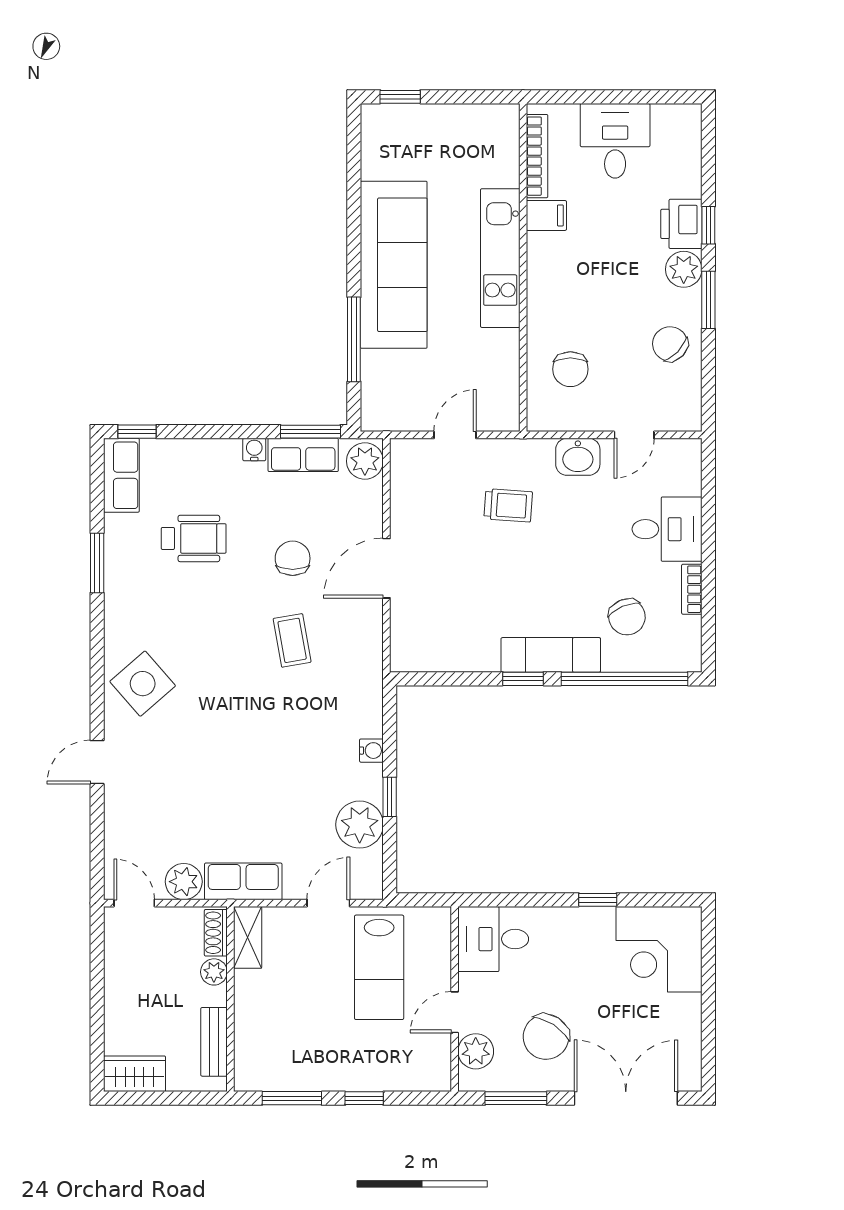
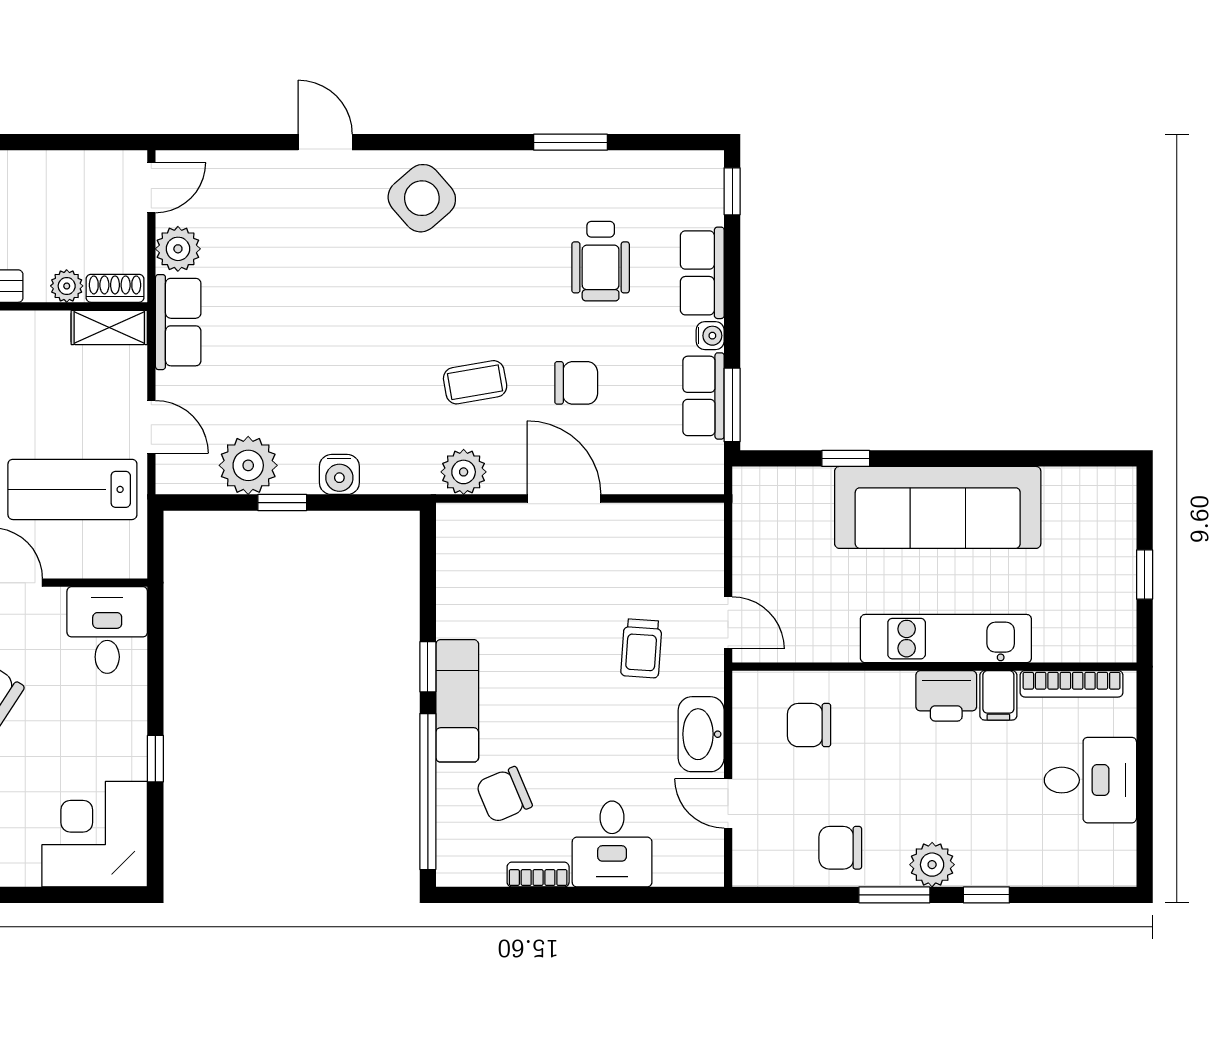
window: (400, 97) -> (1145, 575), moved
printer: (681, 224) -> (946, 696), moved, turned 180
window: (354, 339) -> (846, 458), width x0.46
chair: (670, 344) -> (840, 848), turned -134
door: (455, 435) -> (728, 623), moved
washbasin: (578, 457) -> (701, 734), width x1.38
plant: (365, 461) -> (464, 472), moved
row of seats: (121, 475) -> (702, 273), moved, turned 90
water cooler: (371, 751) -> (339, 474), width x1.38, depth x1.38

